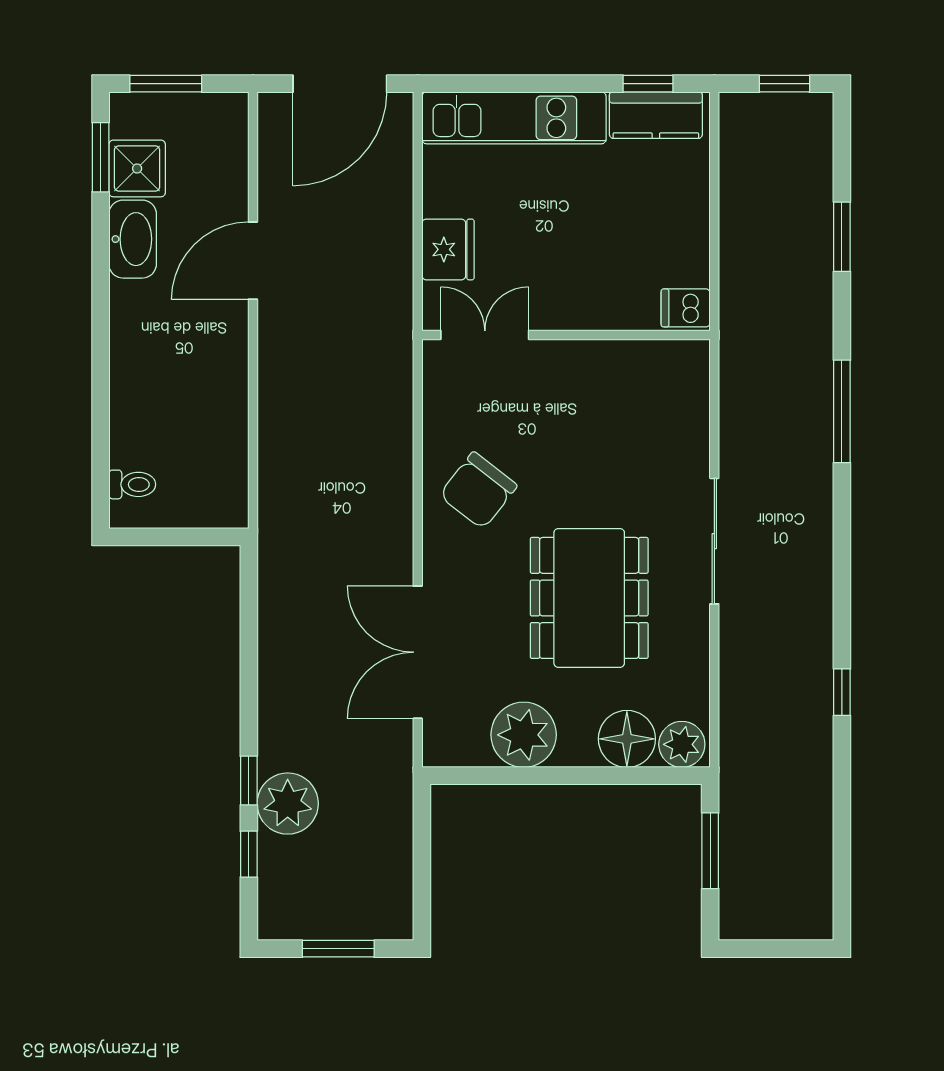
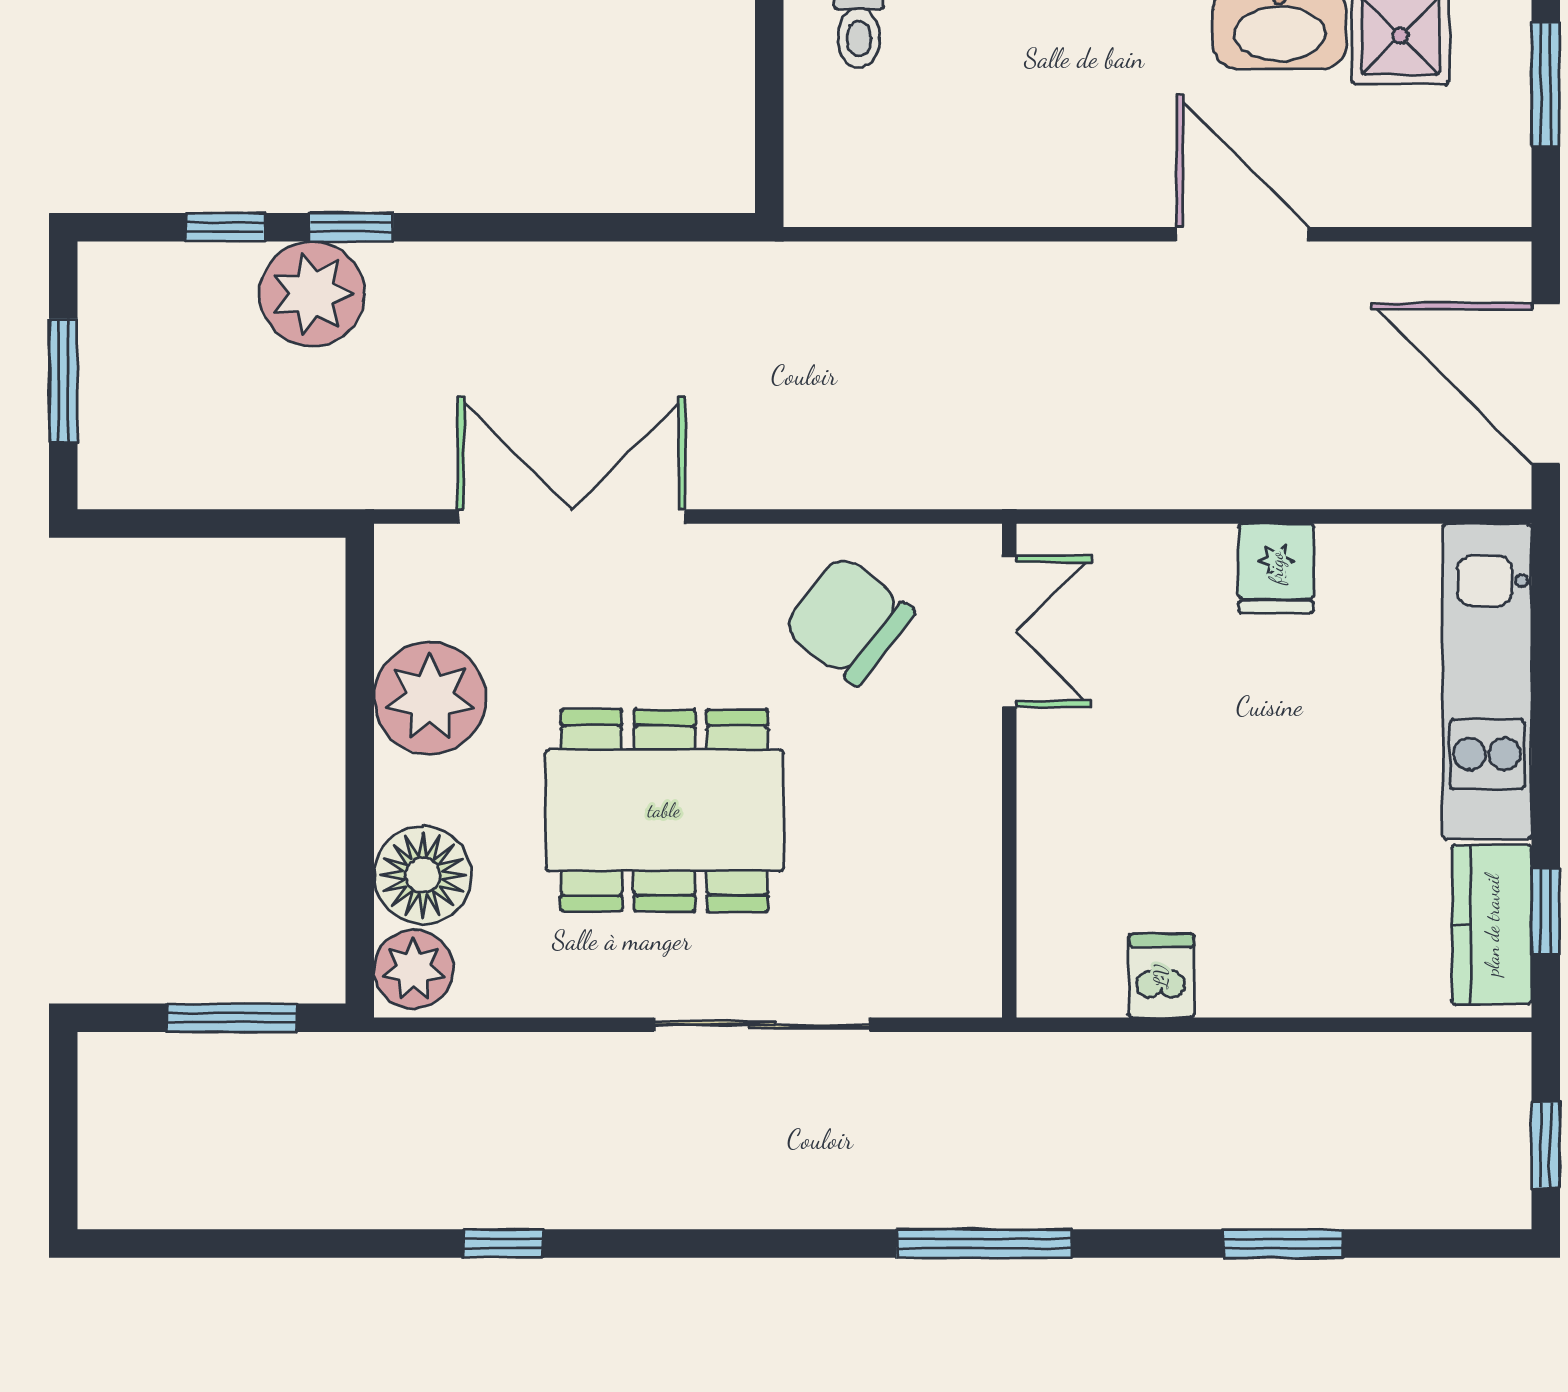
fridge: (448, 249) -> (1276, 568), width x0.72
double door: (485, 335) -> (1009, 631), moved
wall: (566, 335) -> (1009, 771), moved

